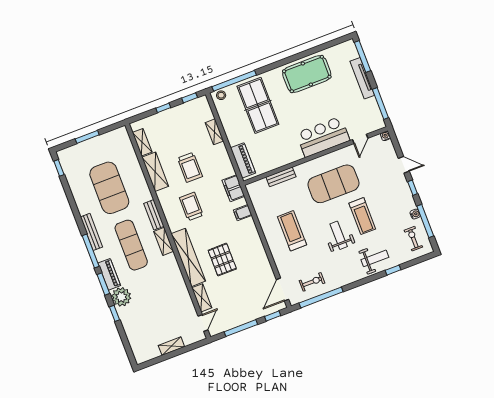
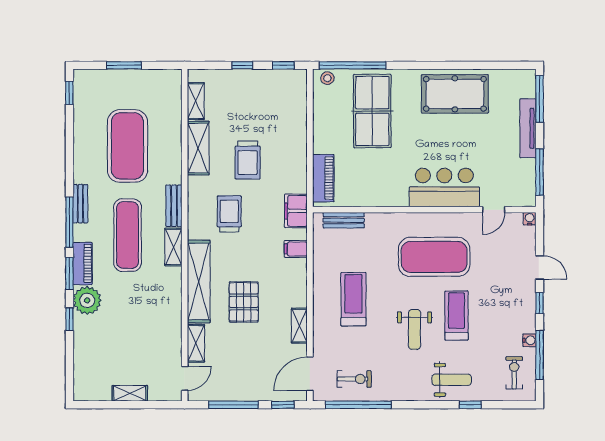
shelving: (214, 132) -> (299, 326), moved
bench: (281, 177) -> (344, 220), moved
treadmill: (362, 216) -> (456, 316), turned 180
bench: (91, 232) -> (80, 204), width x0.73
weight bench: (339, 235) -> (414, 329), turned 180

